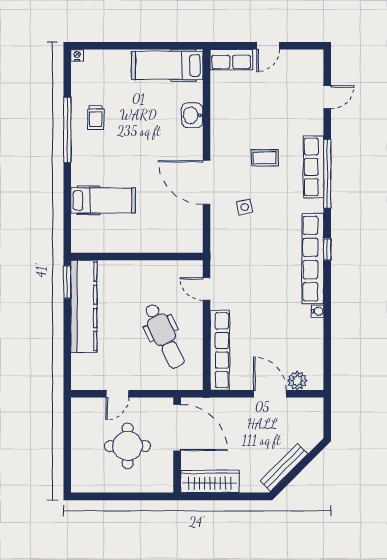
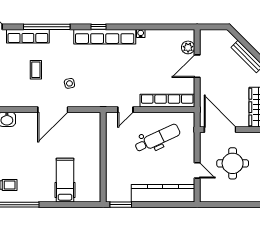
row of seats: (314, 167) -> (28, 36), moved
kitchen counter: (84, 306) -> (163, 193), moved
door: (177, 428) -> (220, 130), hinge flipped

